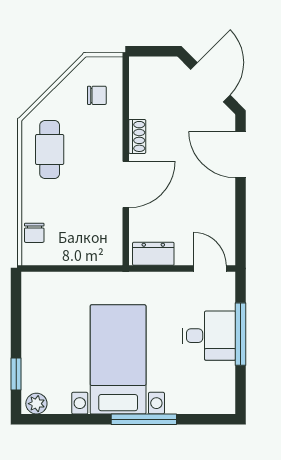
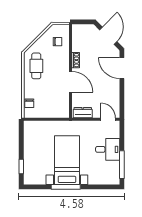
door: (126, 185) -> (70, 82), hinge flipped
window: (241, 334) -> (122, 165), moved
plant: (36, 404) -> (30, 180), removed
window: (144, 419) -> (66, 187), moved

